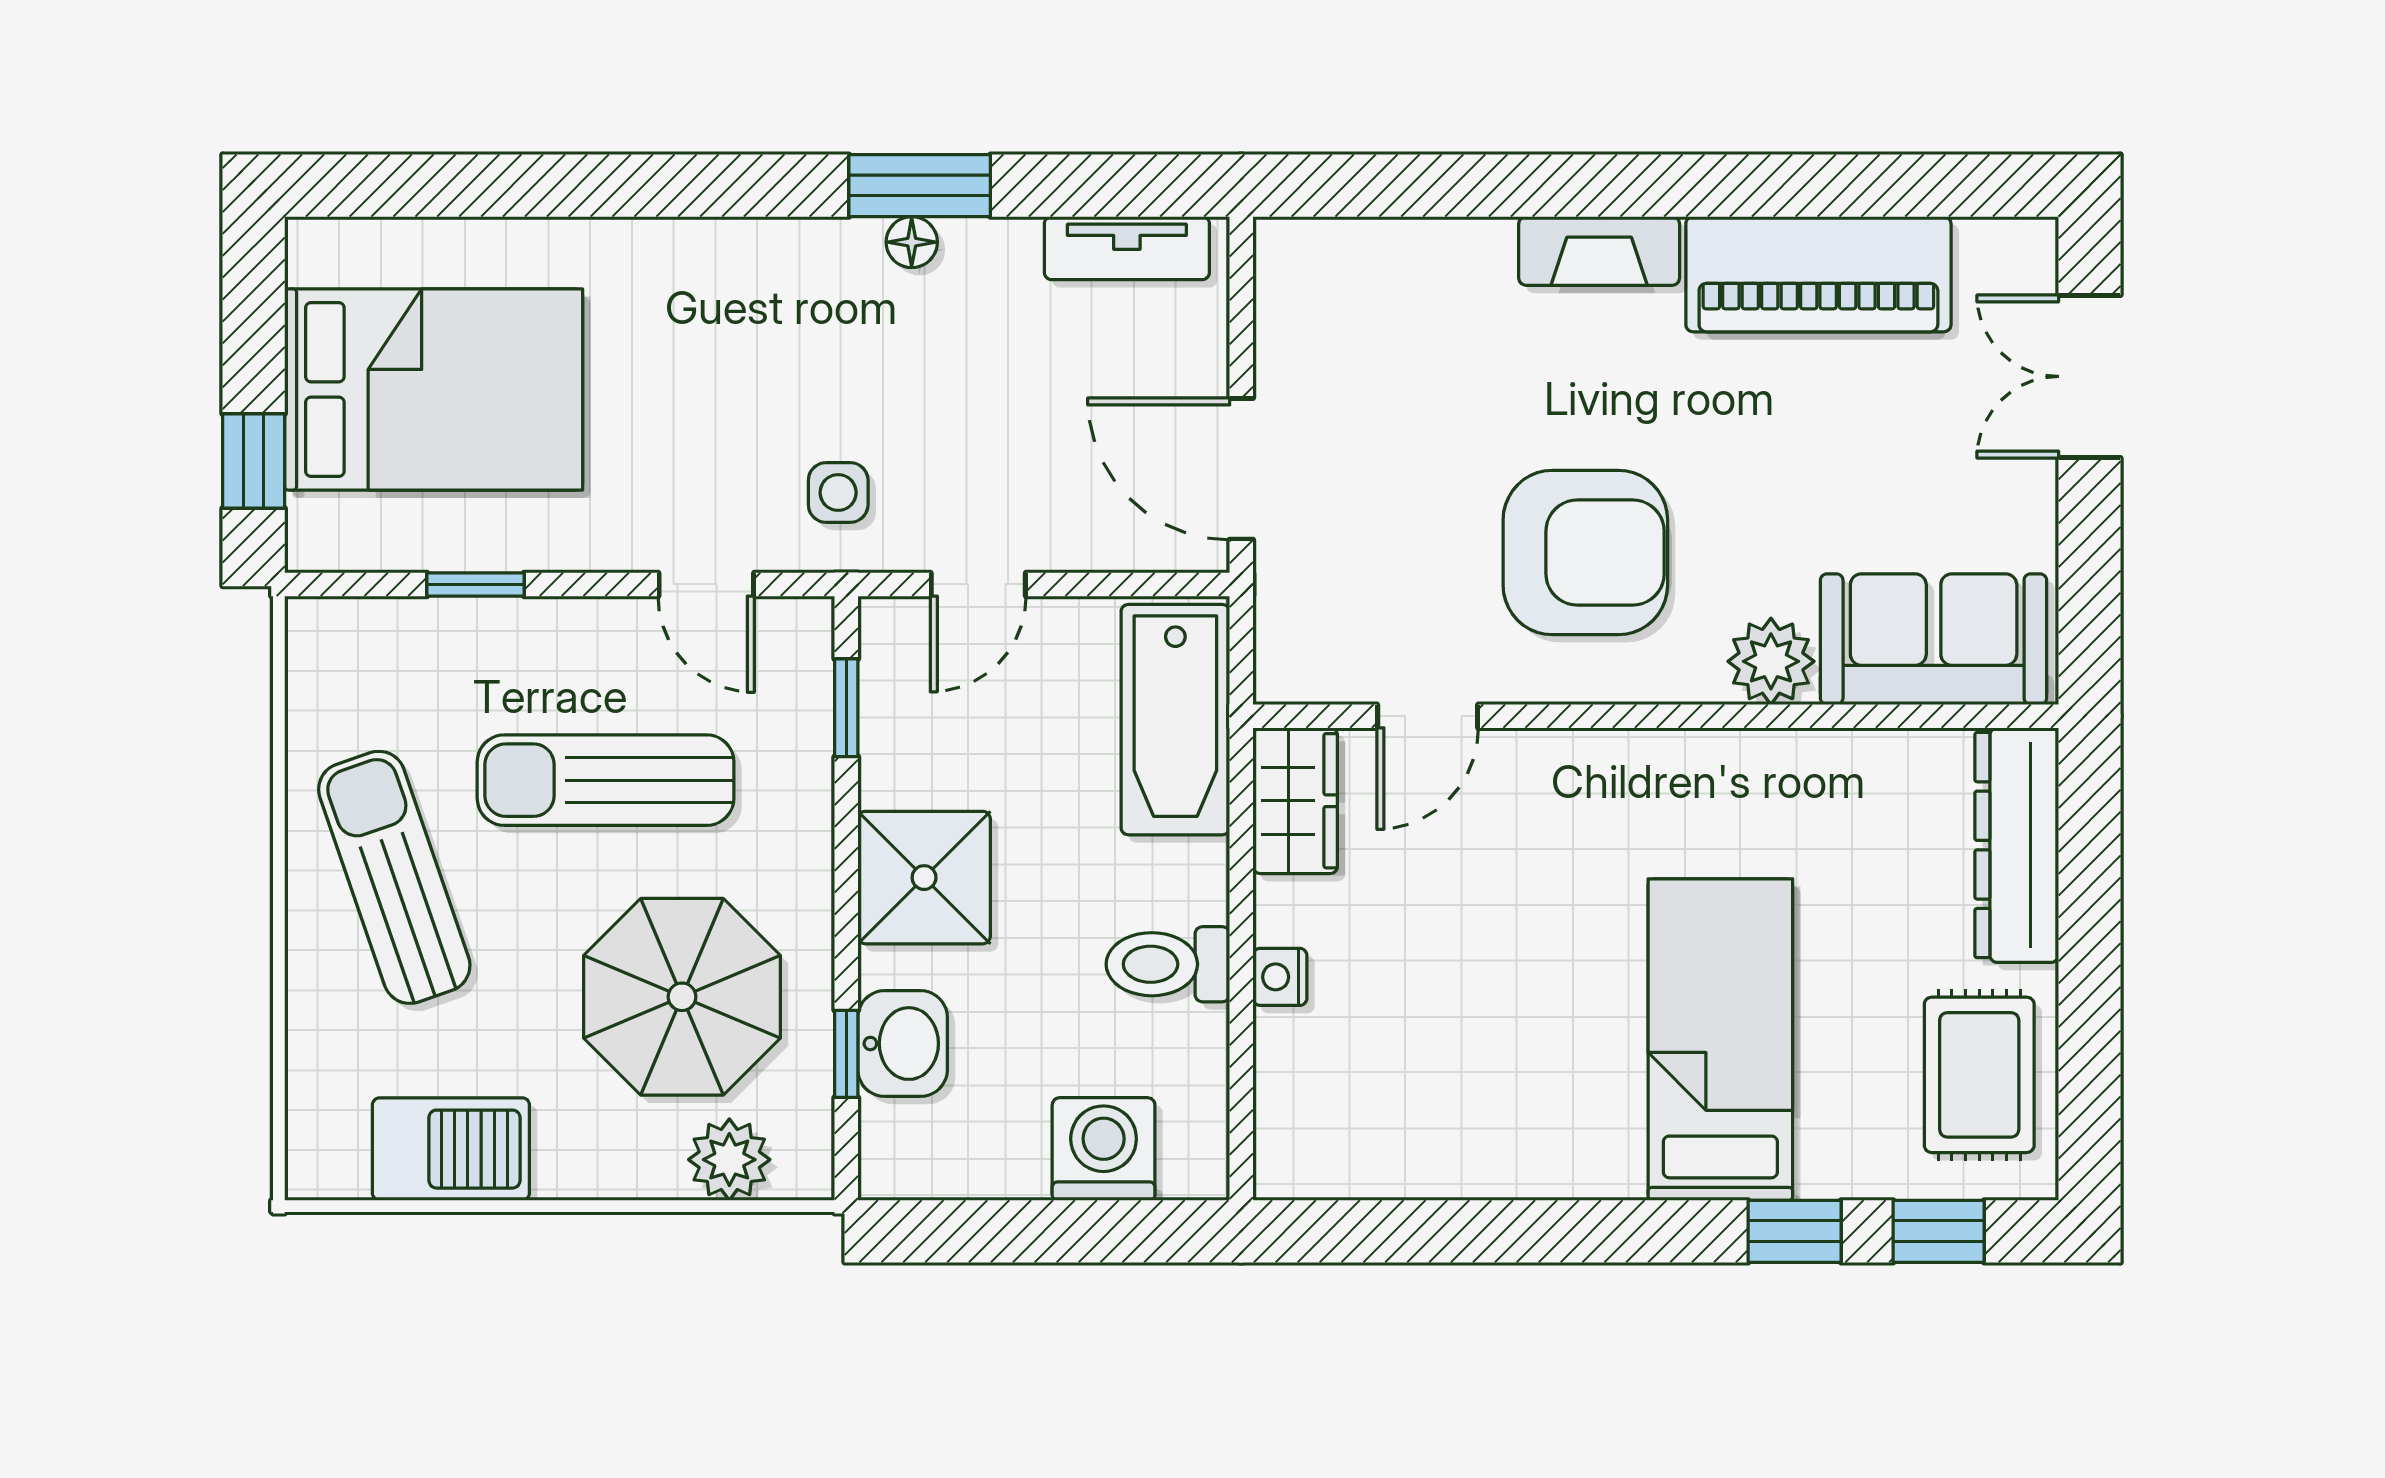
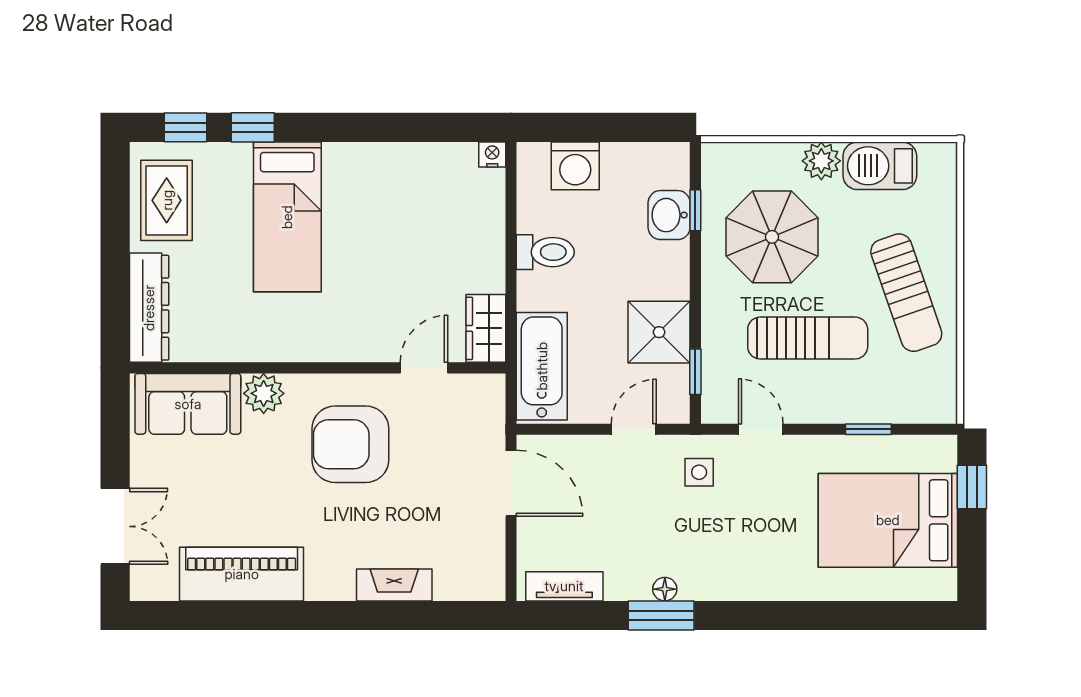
fireplace: (1599, 251) -> (394, 585), moved
shower: (924, 878) -> (659, 332), moved
nightstand: (1280, 977) -> (492, 154), moved, turned -90
plant: (729, 1160) -> (821, 161), moved

